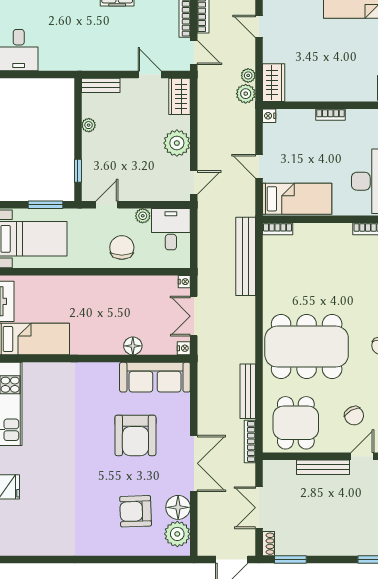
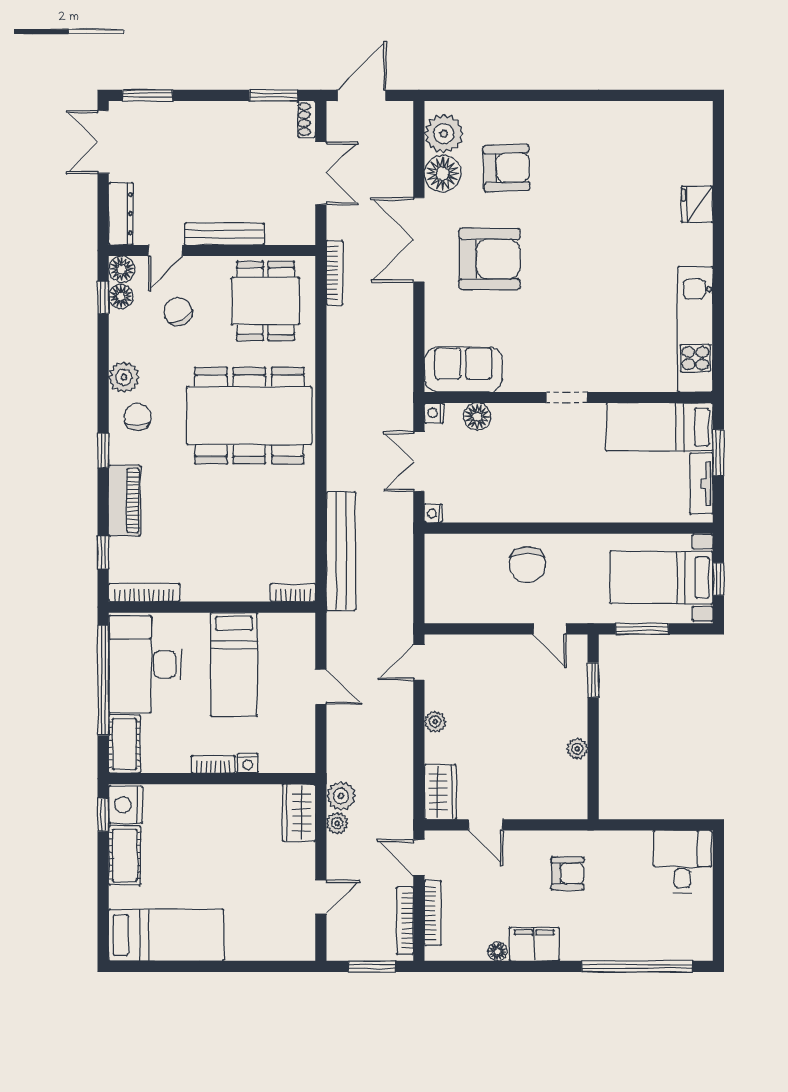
door: (259, 26) -> (321, 897), hinge flipped
armchair: (95, 42) -> (568, 873), added
bench: (101, 85) -> (559, 808), removed
nightstand: (269, 116) -> (248, 763), moved, turned 90
plant: (177, 143) -> (435, 722), width x0.53, depth x0.53
bed: (297, 199) -> (234, 664), moved, turned -90
door: (107, 205) -> (550, 629), hinge flipped
plant: (143, 216) -> (496, 612), removed
desk: (171, 229) -> (453, 592), removed
double door: (194, 316) -> (419, 461), swing flipped
floor lamp: (133, 346) -> (477, 417), moved
doorway: (96, 359) -> (567, 397), added
sofa: (155, 377) -> (463, 370), width x0.73
bench: (248, 391) -> (338, 348), removed
armchair: (135, 435) -> (490, 259), moved, turned 90

